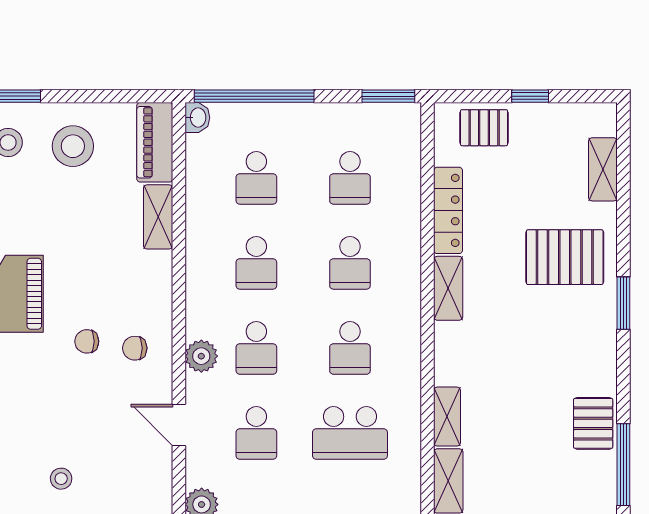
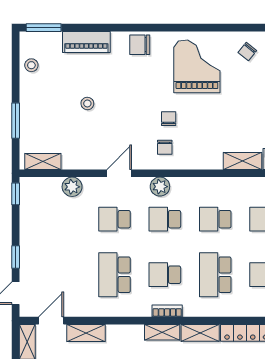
school desk: (350, 263) -> (215, 275), width x1.85
bookcase: (411, 344) -> (167, 311), added
chair: (135, 348) -> (165, 147), turned 180
shelving: (447, 417) -> (162, 332), moved

